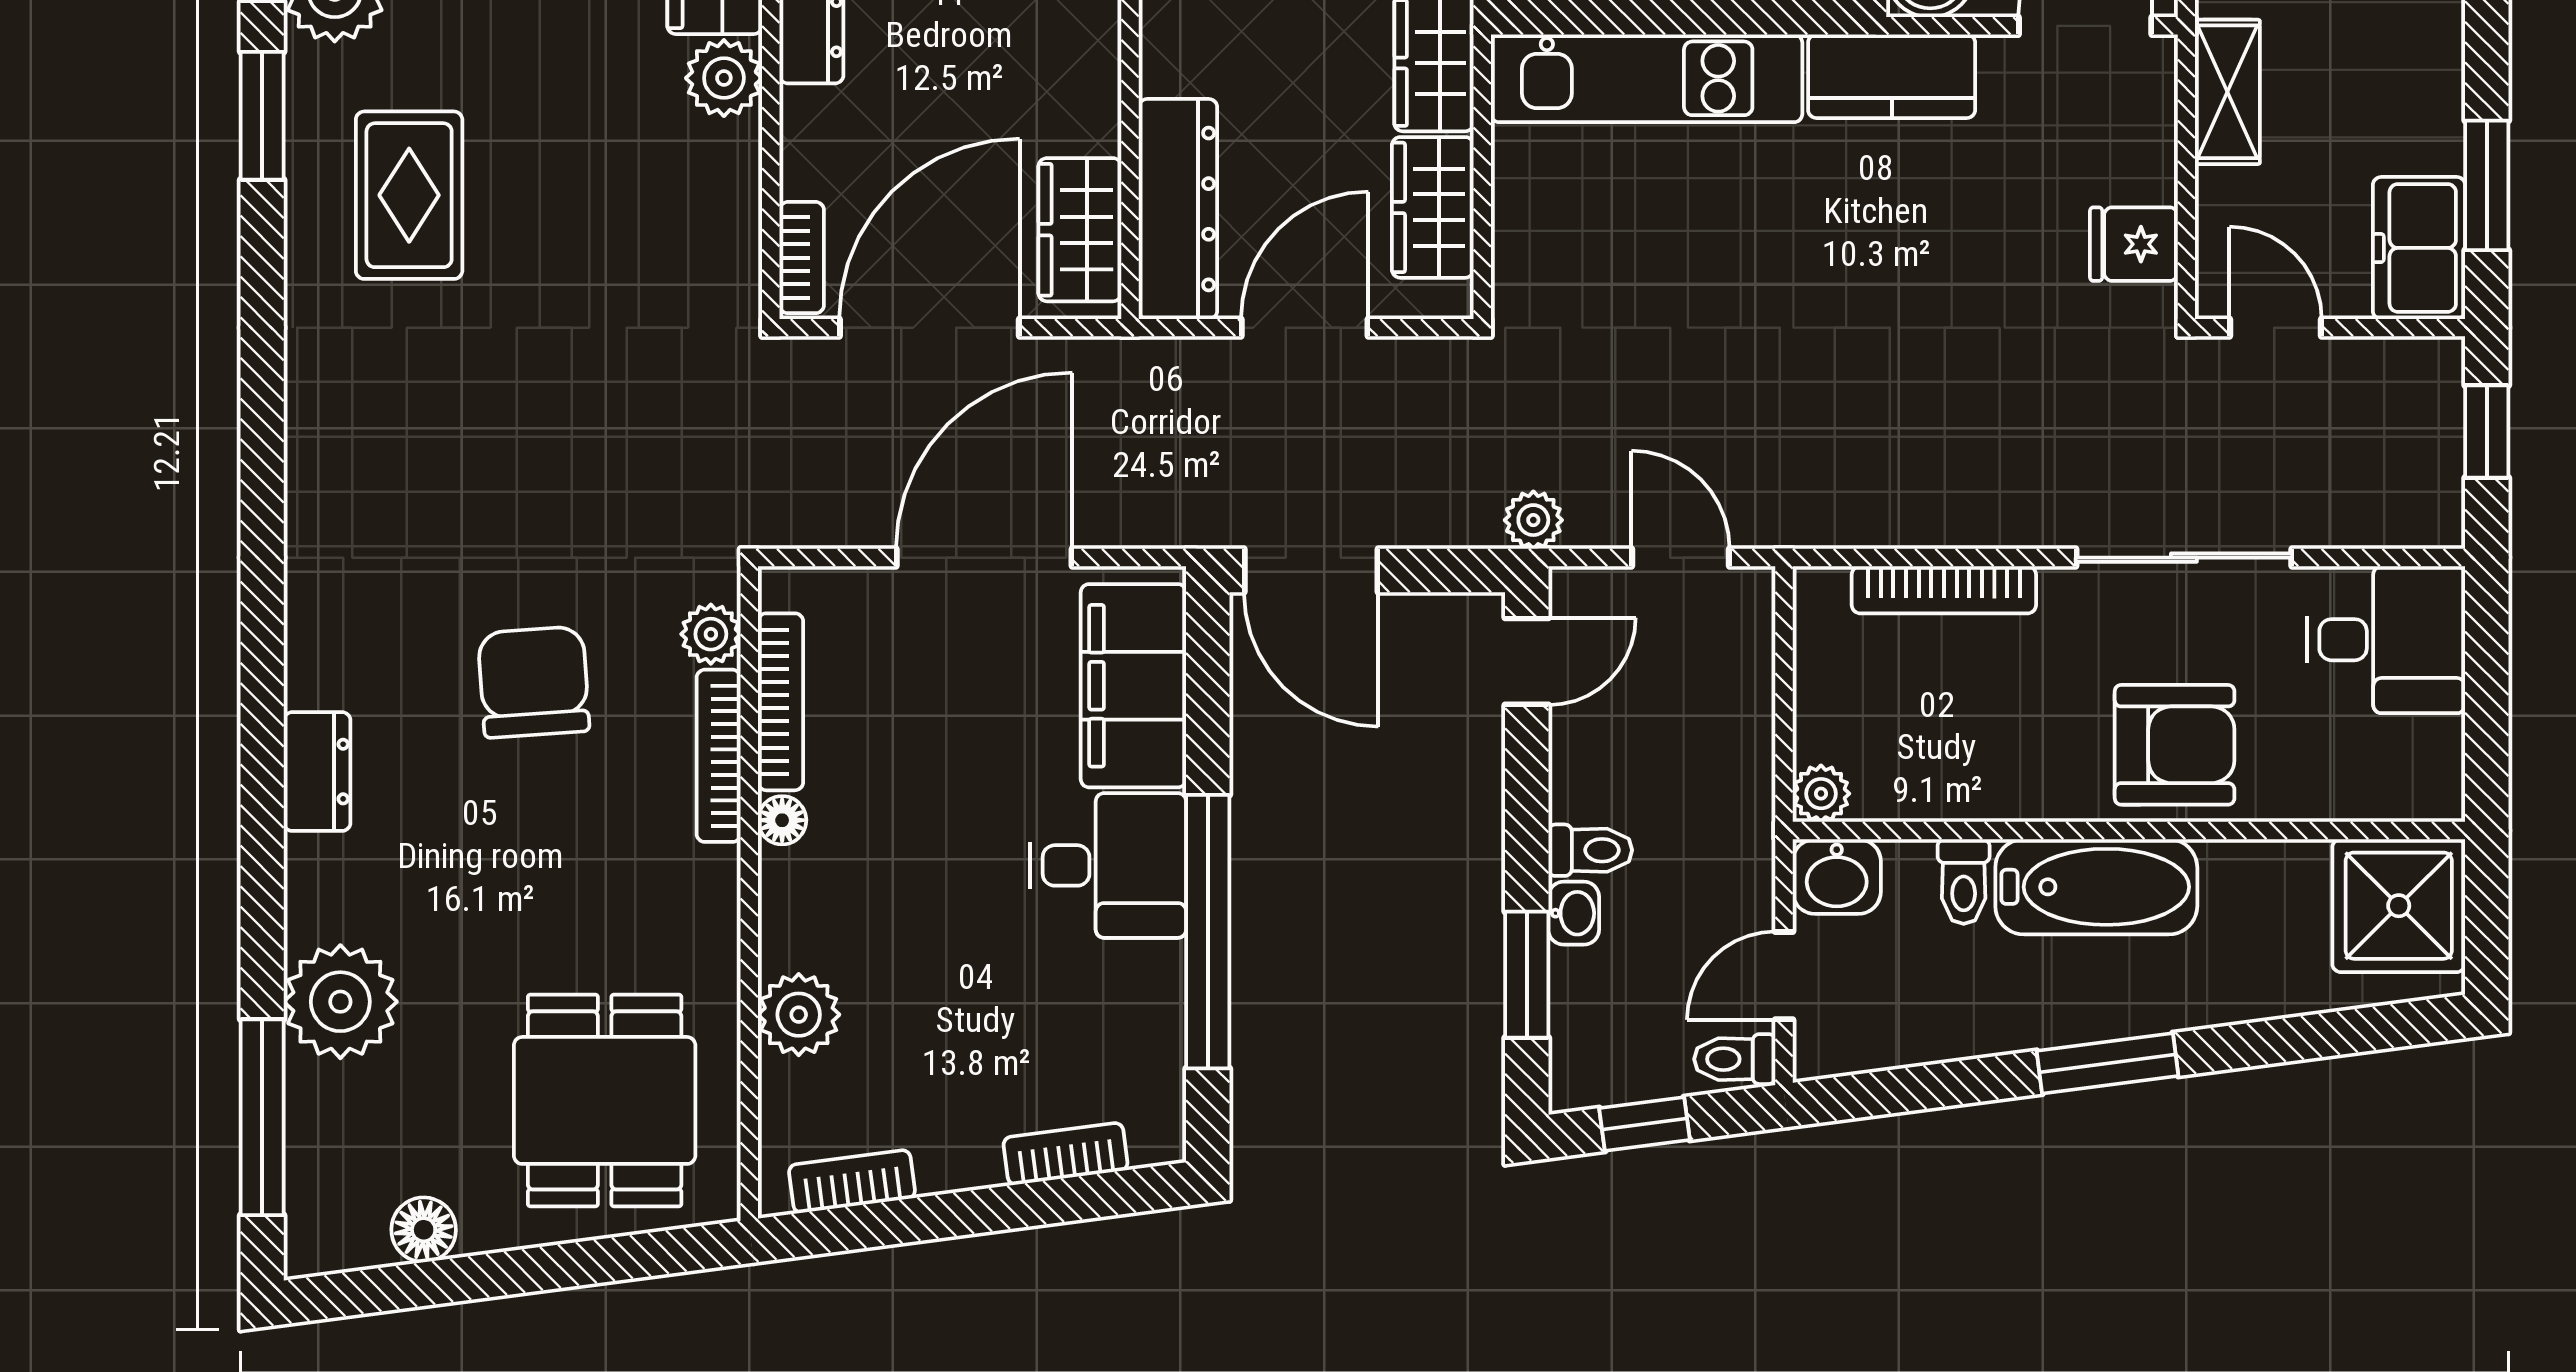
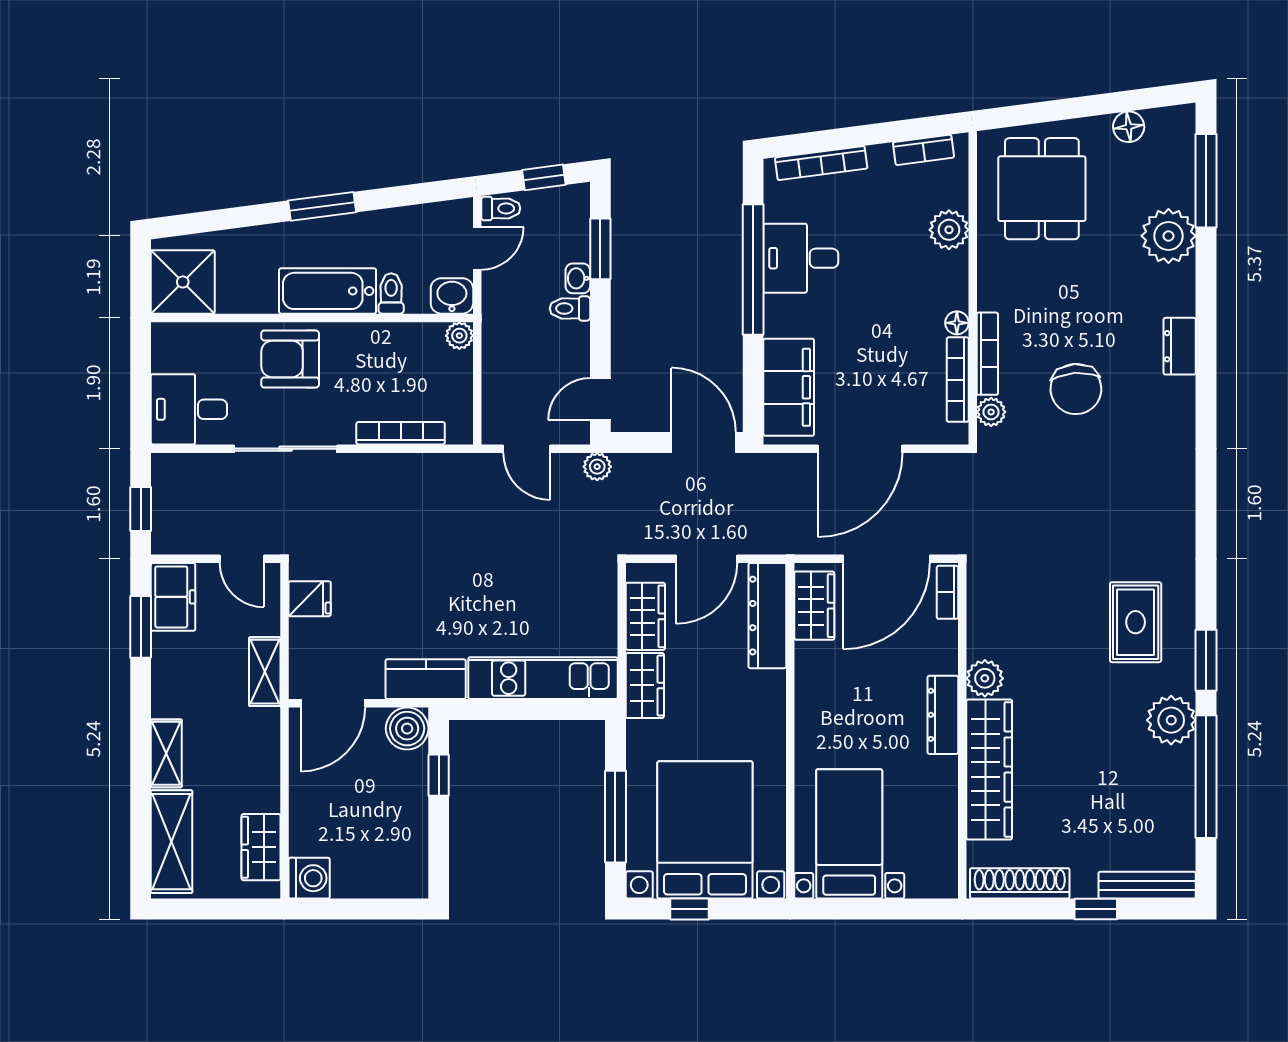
desk: (1108, 865) -> (801, 258), moved
bookcase: (1066, 1154) -> (821, 163), width x1.56

